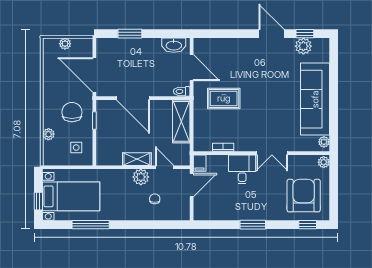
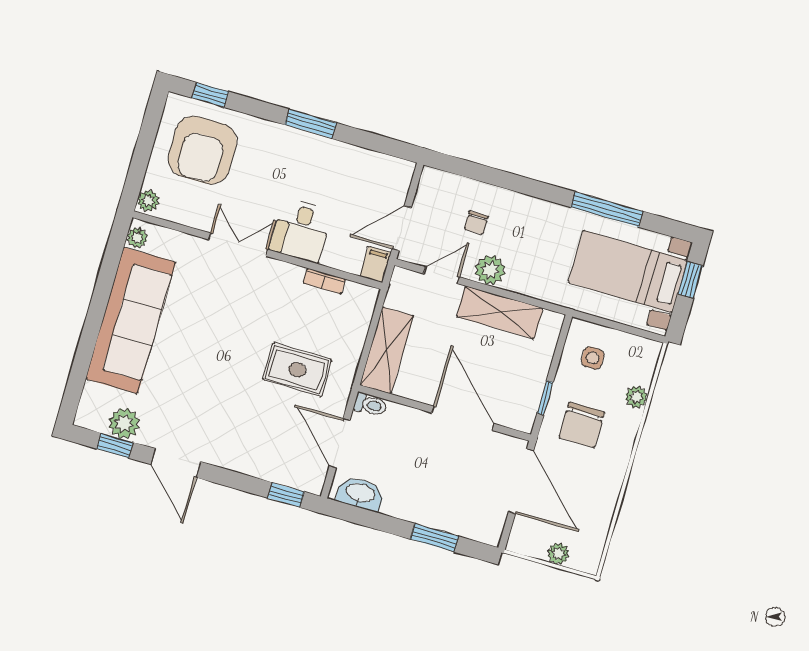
window: (211, 34) -> (286, 495), added
shelving: (137, 159) -> (500, 312), width x1.50, depth x1.33
door: (165, 167) -> (441, 275), swing flipped

